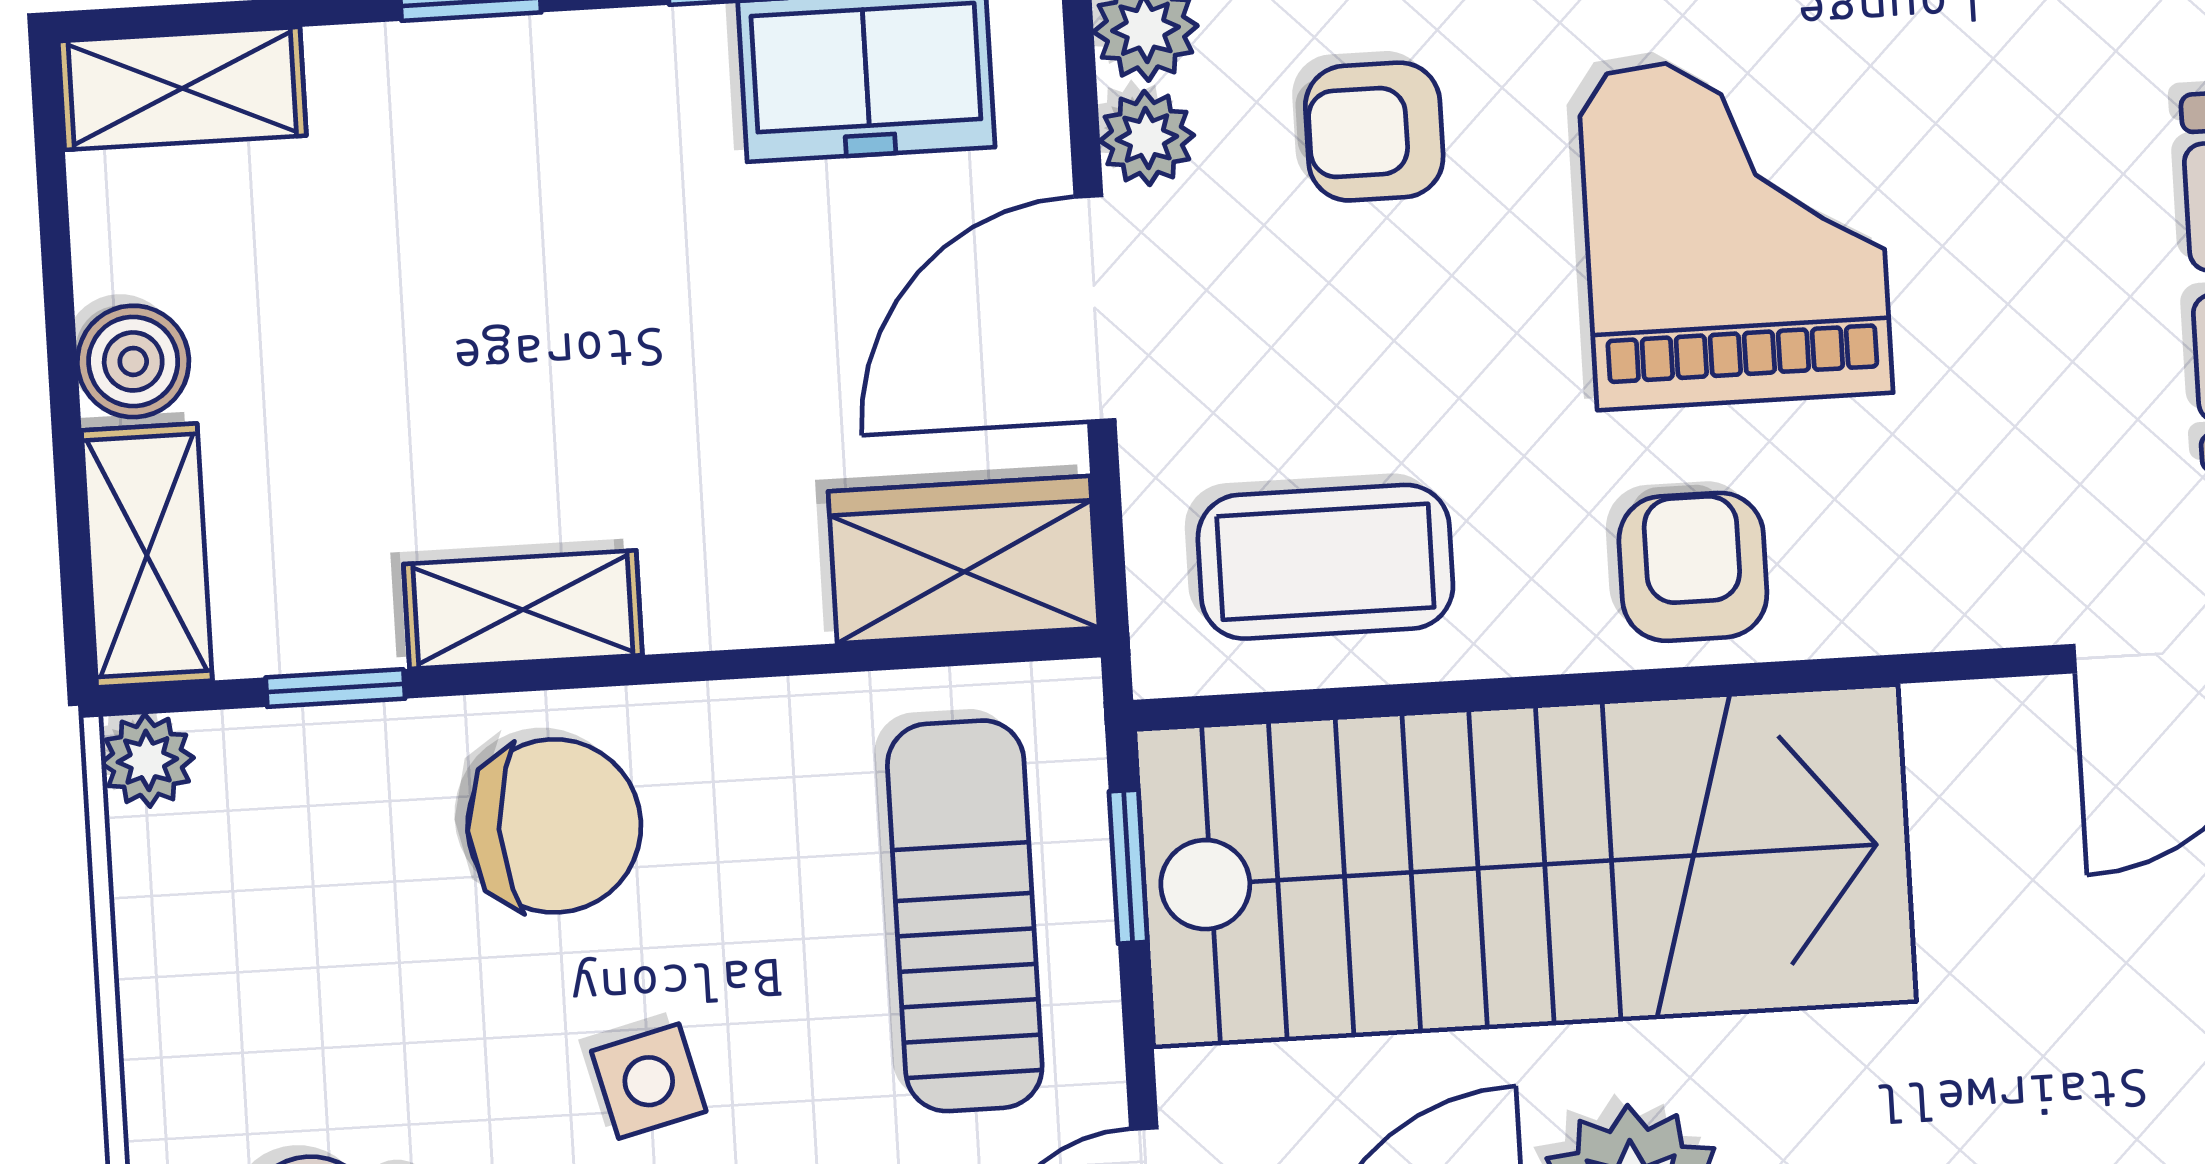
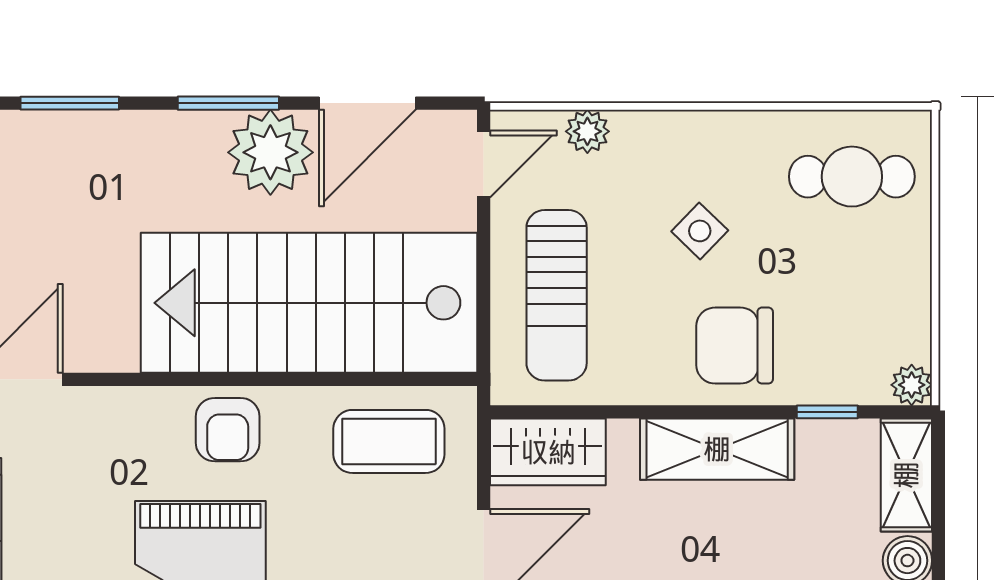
shelving: (523, 610) -> (717, 449), width x1.50, depth x1.33
window: (1128, 867) -> (484, 313), removed
side table: (649, 1081) -> (700, 231), turned -32

